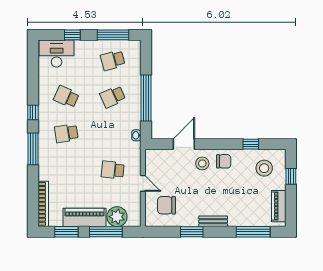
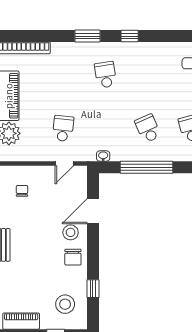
school desk: (66, 97) -> (148, 75), removed
door: (184, 144) -> (93, 211), swing flipped
window: (33, 149) -> (87, 36), width x0.69
door: (143, 183) -> (64, 163), moved
chair: (166, 205) -> (22, 191), width x0.54, depth x0.54

